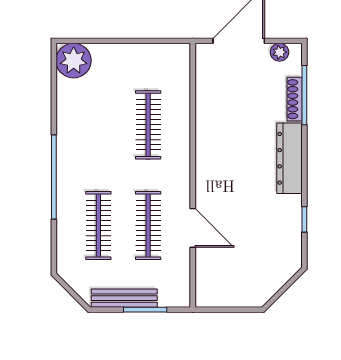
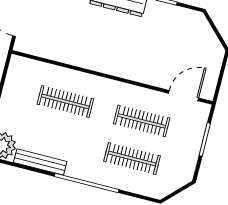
door: (193, 228) -> (184, 96), moved
bench: (124, 298) -> (40, 162), moved, turned 90

